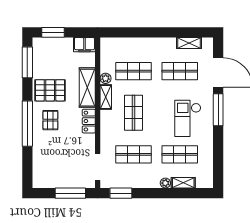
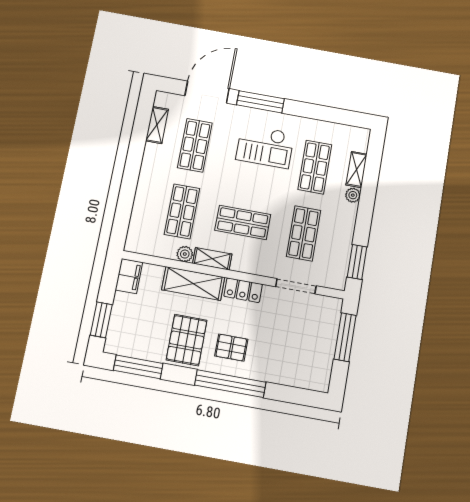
doorway: (98, 167) -> (296, 286), moved

